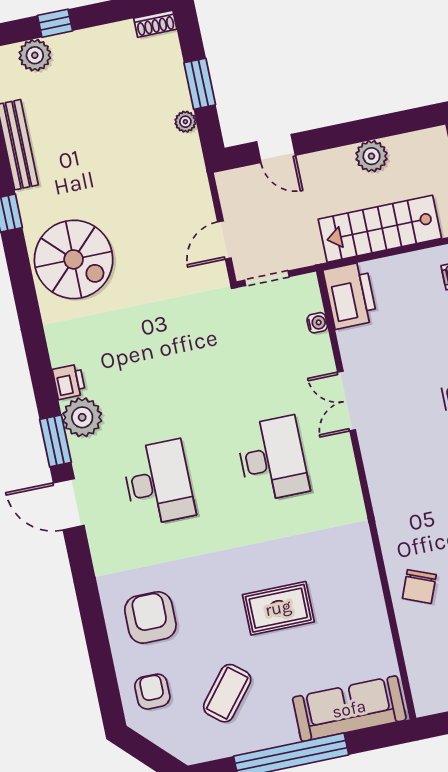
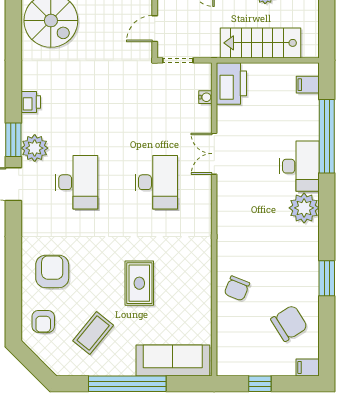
plant: (82, 417) -> (35, 148), moved
rug: (278, 608) -> (139, 283), turned 90
armchair: (152, 692) -> (43, 321), turned 180

